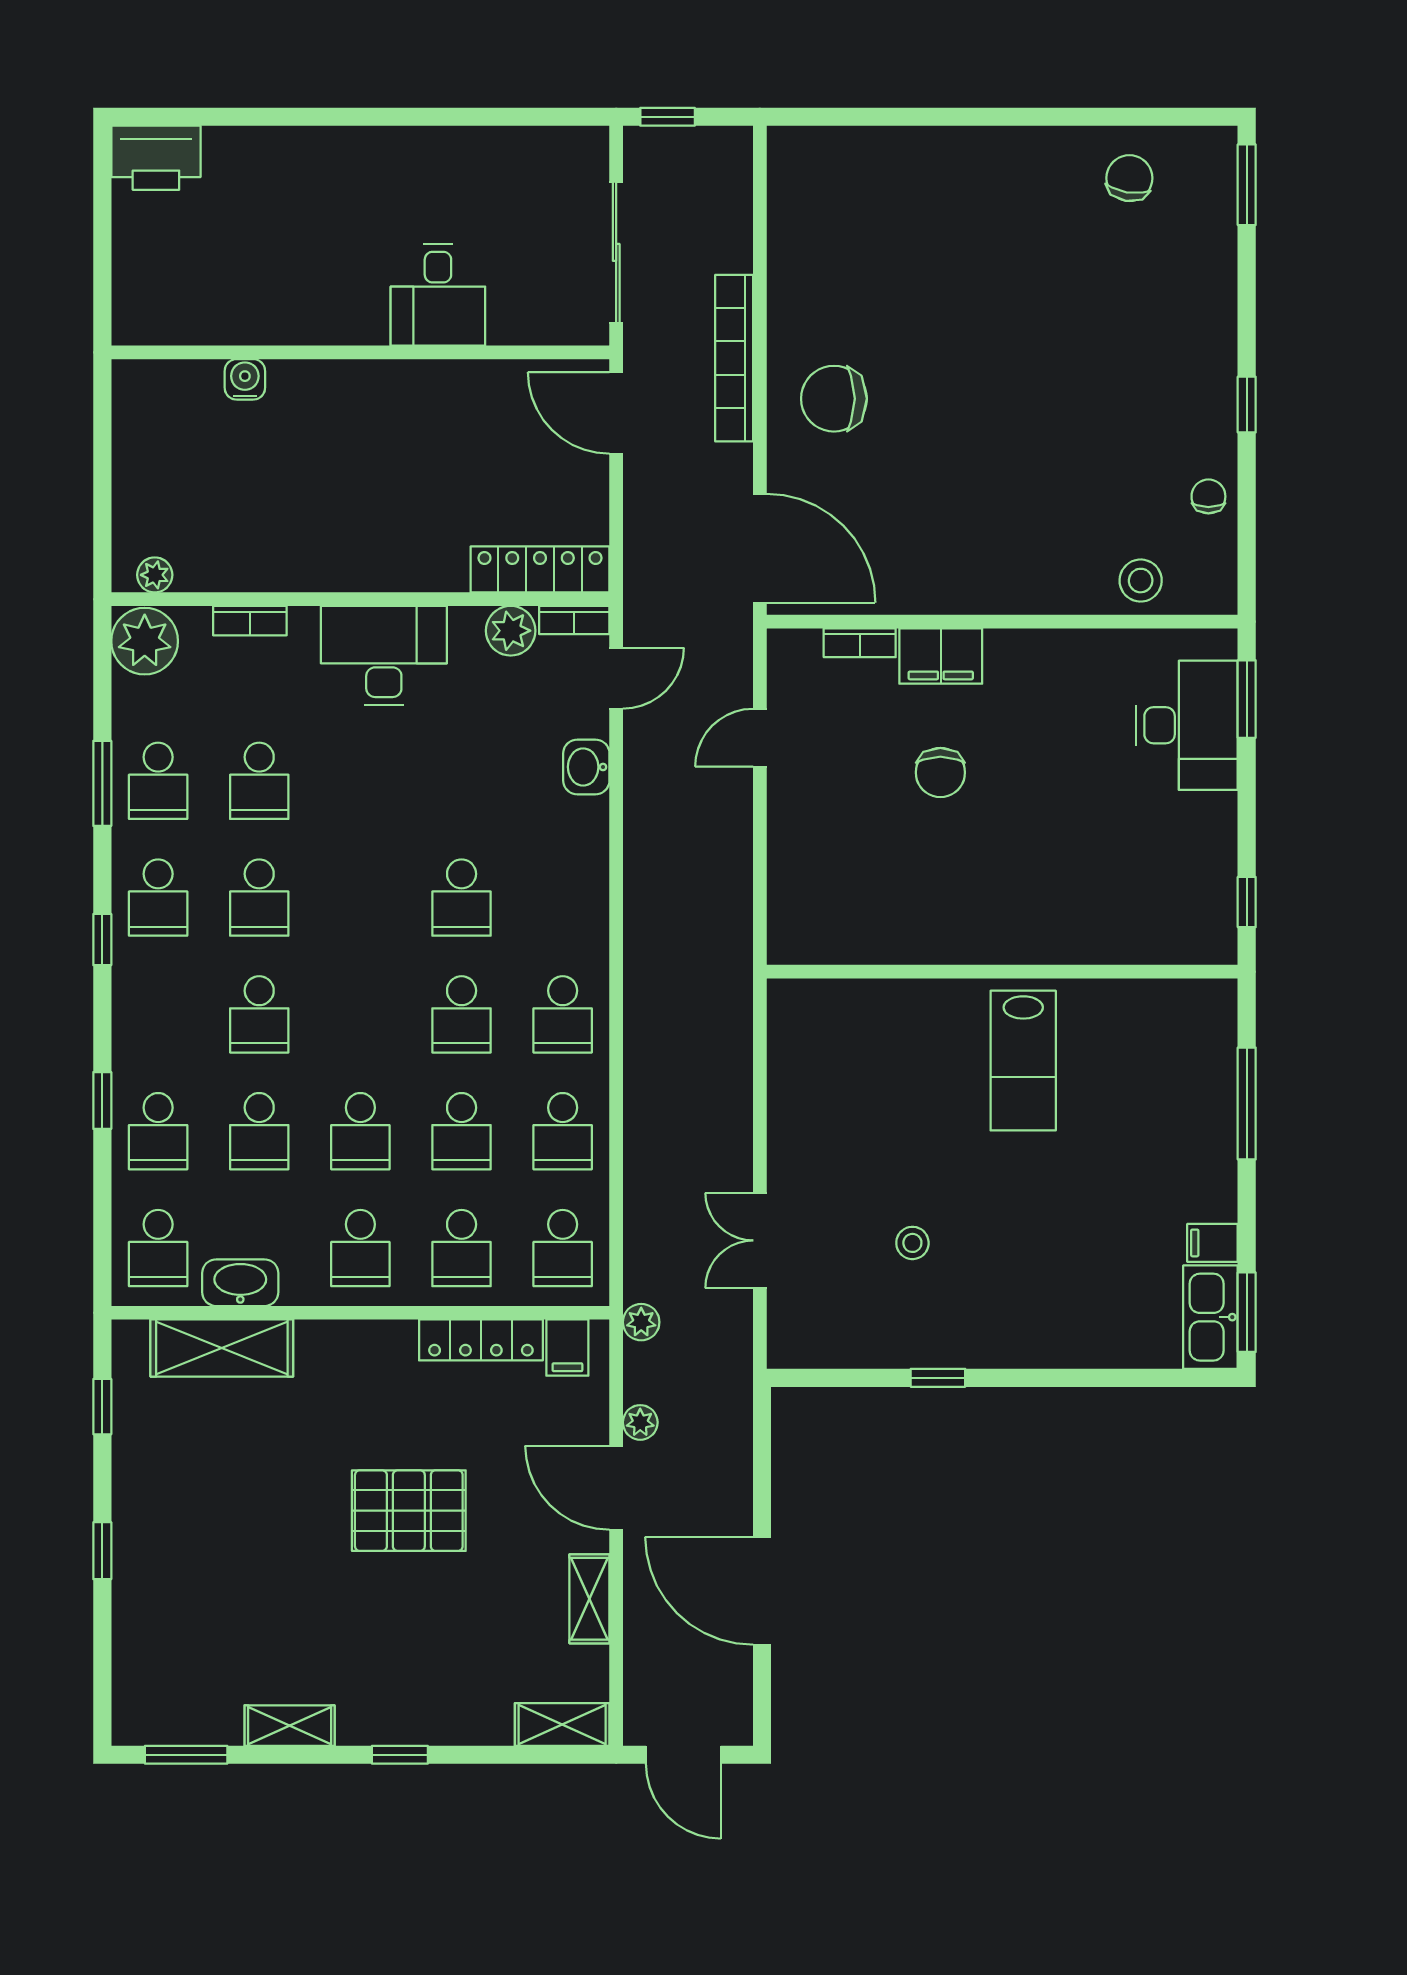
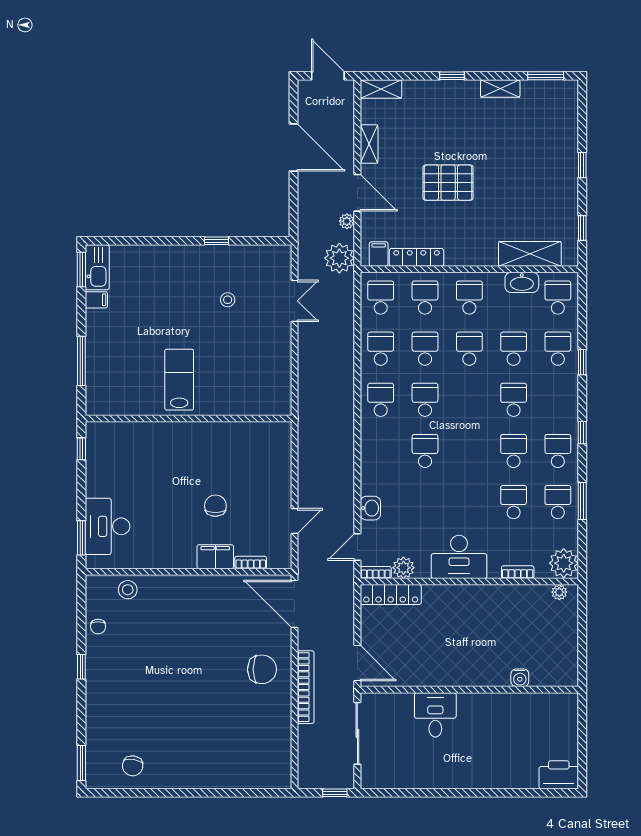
plant: (641, 1322) -> (339, 258), width x1.87, depth x1.87

